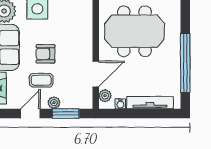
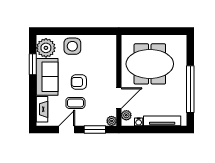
plant: (54, 103) -> (112, 121), moved

